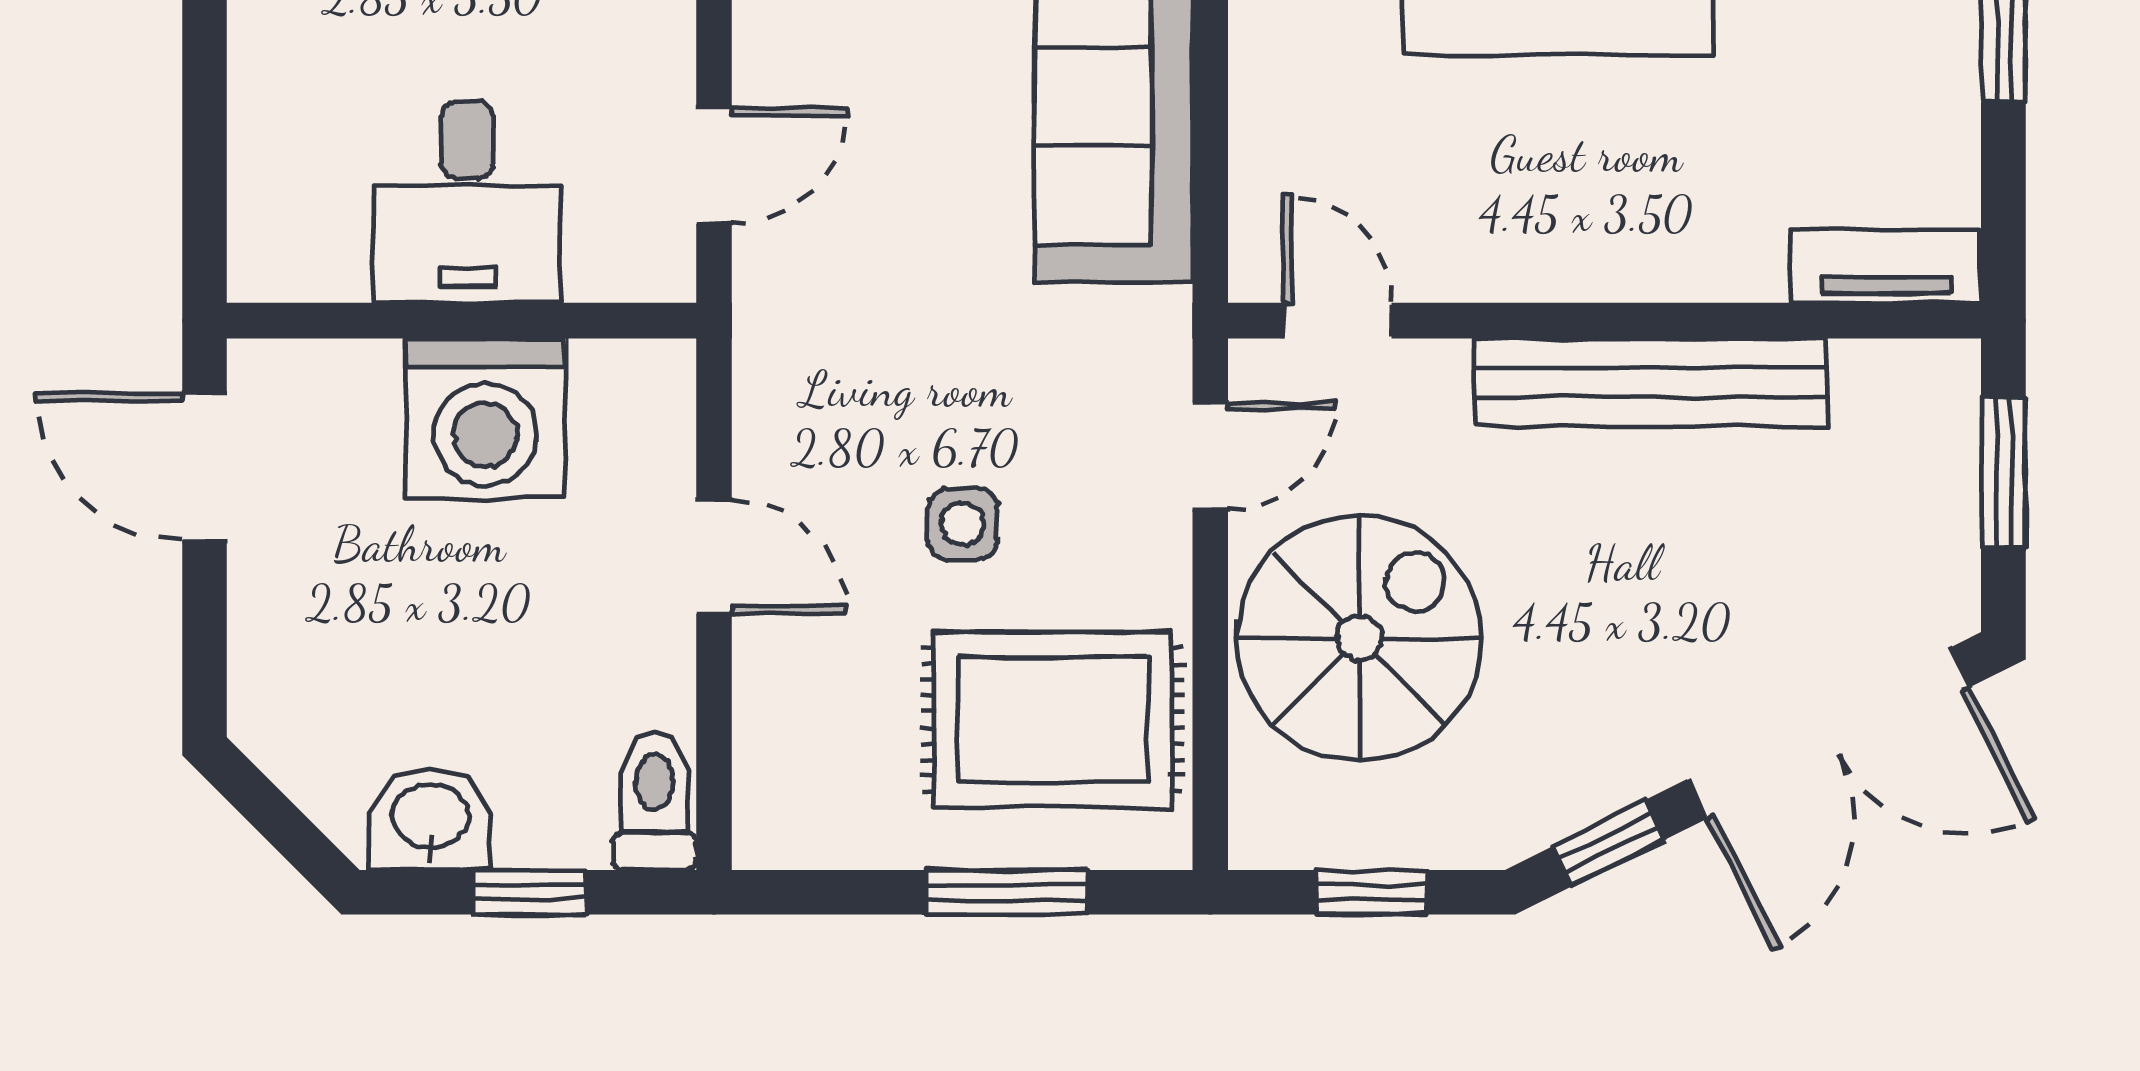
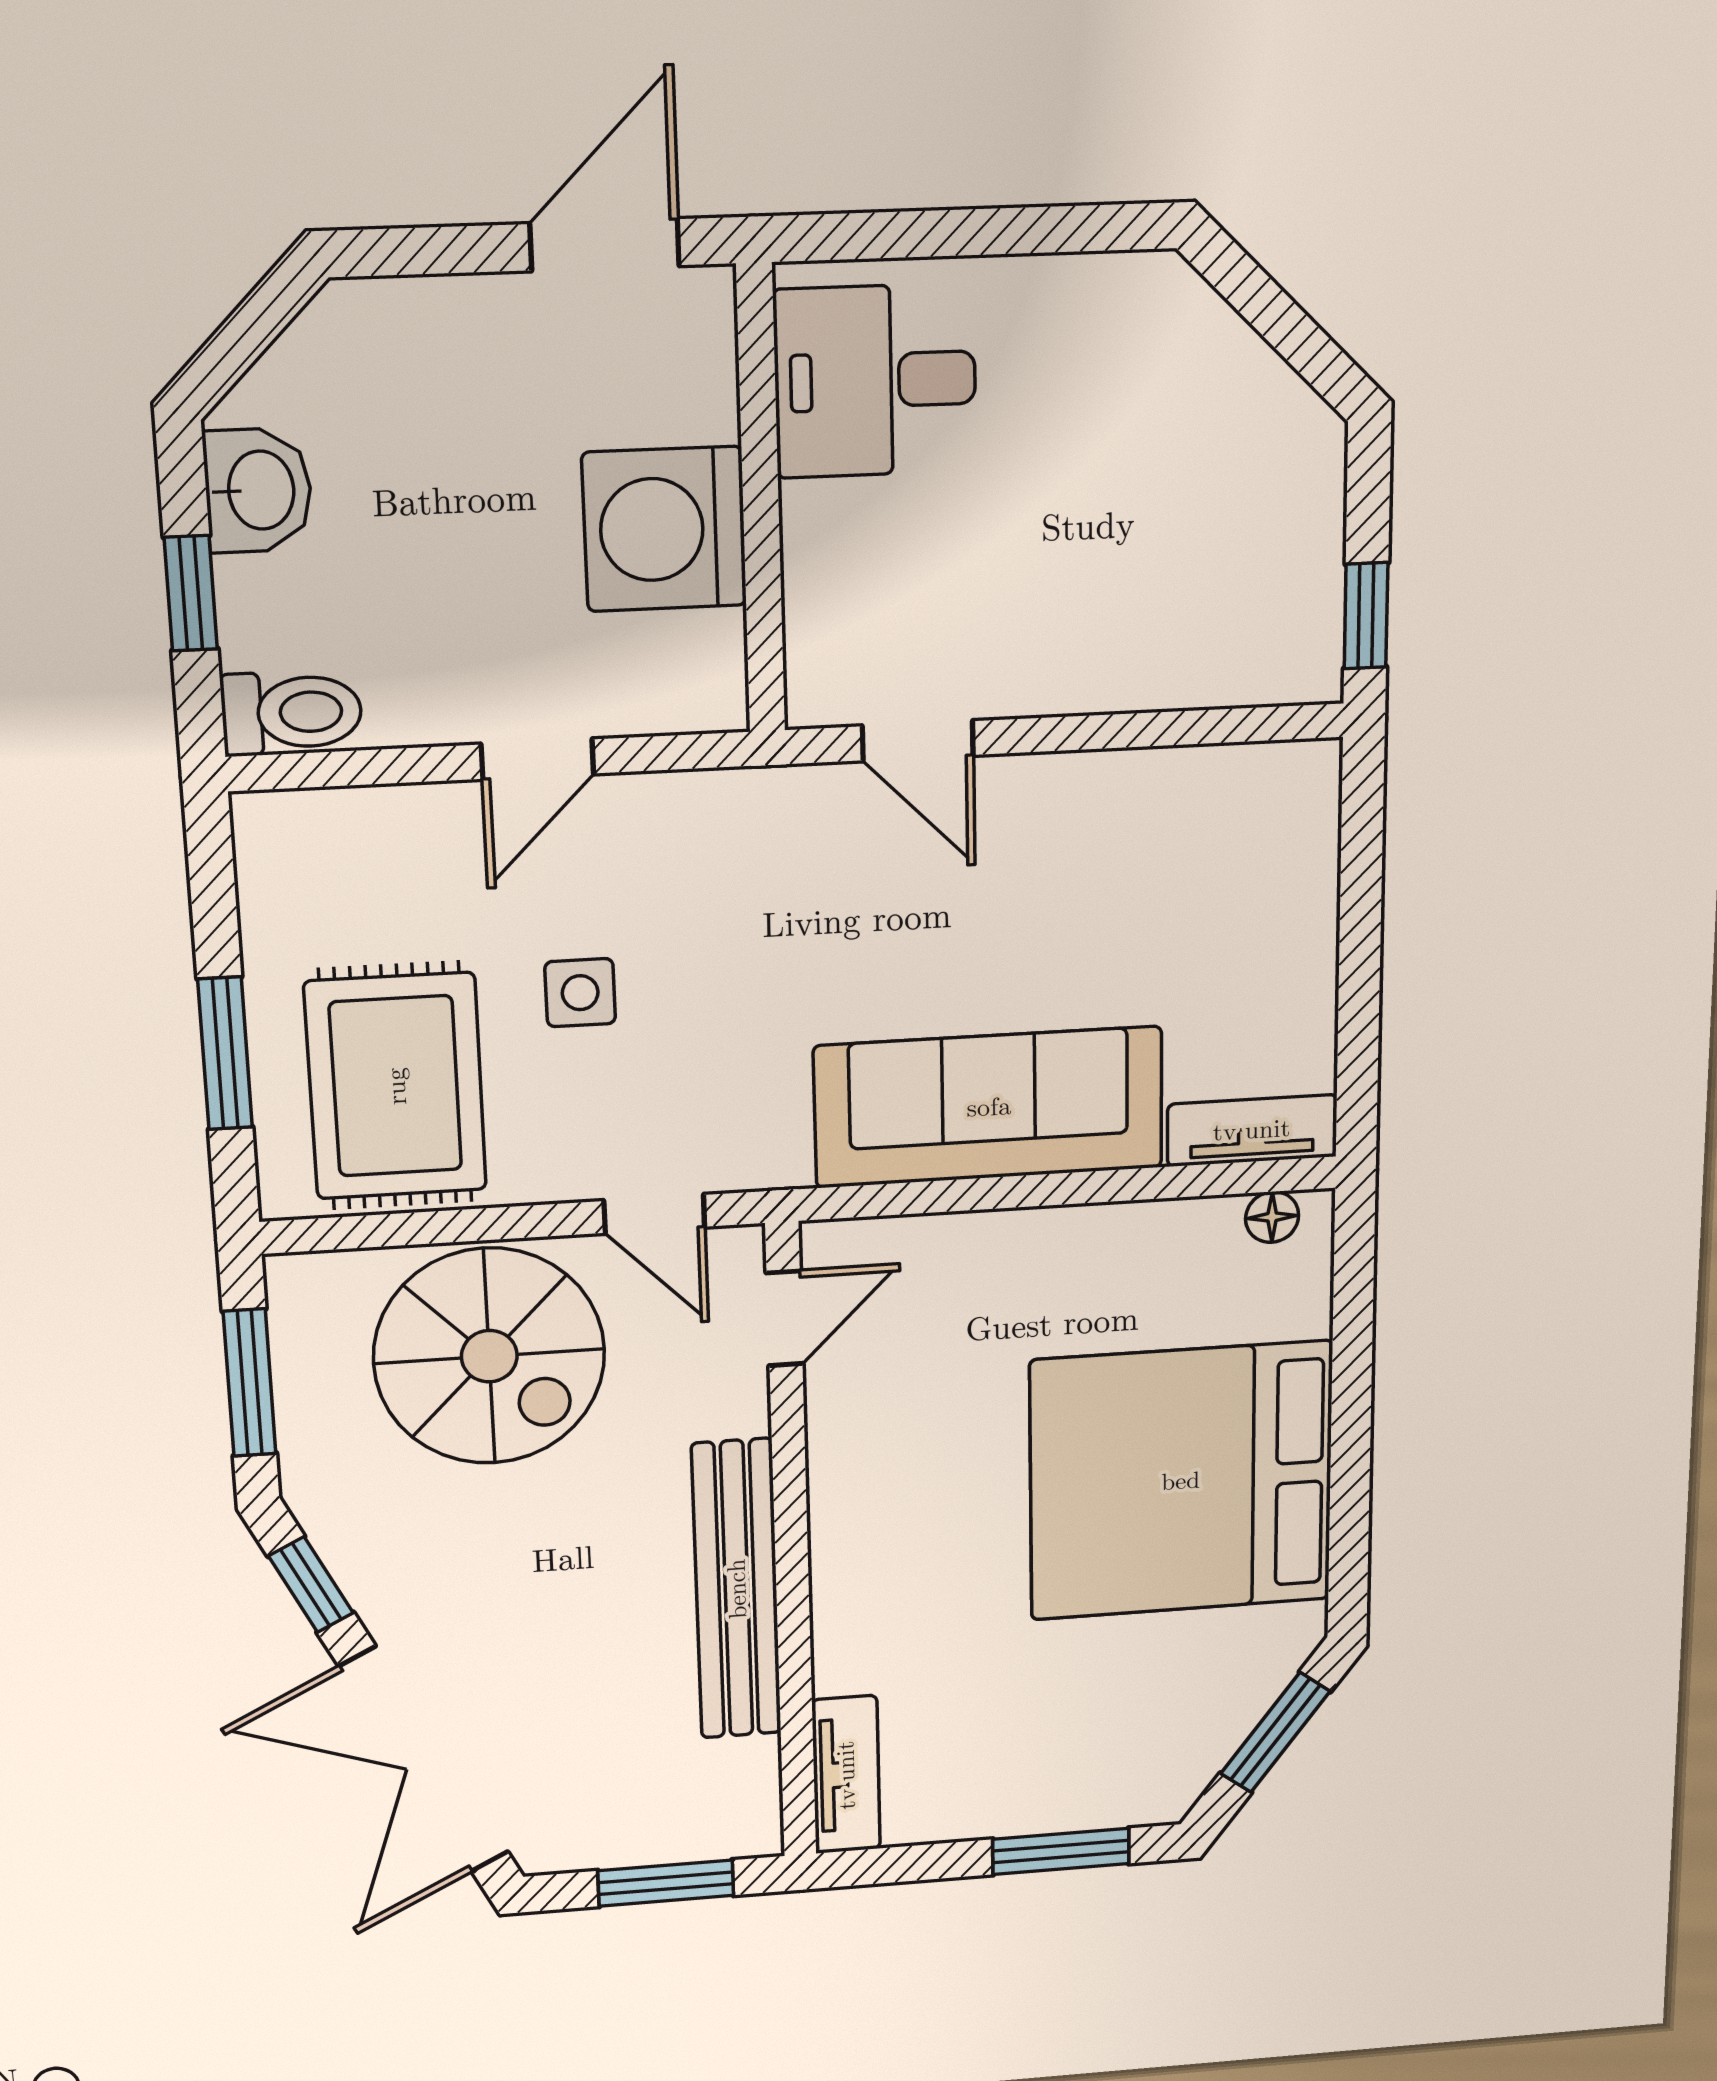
desk: (467, 202) -> (875, 381), moved
window: (1371, 892) -> (250, 1383), width x1.50

